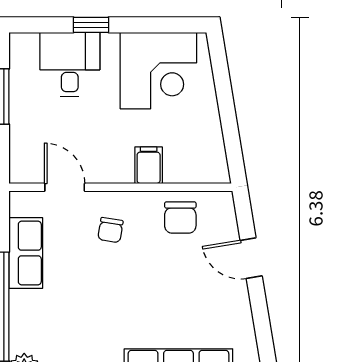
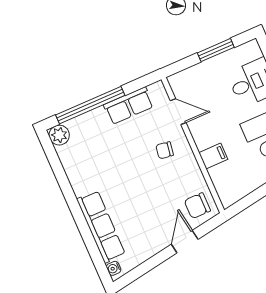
door: (65, 187) -> (178, 112), hinge flipped
chair: (180, 218) -> (197, 206), moved

